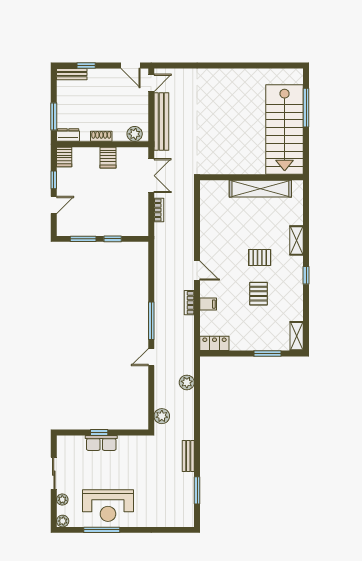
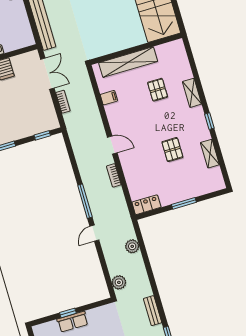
plant: (135, 134) -> (22, 41), removed
shelving: (260, 189) -> (128, 62), moved
window: (113, 239) -> (42, 135), moved
pallet: (260, 258) -> (158, 90), moved, turned 90
filing cabinet: (208, 304) -> (109, 98), moved
shelving: (297, 336) -> (210, 154), moved
window: (268, 354) -> (184, 203), moved

